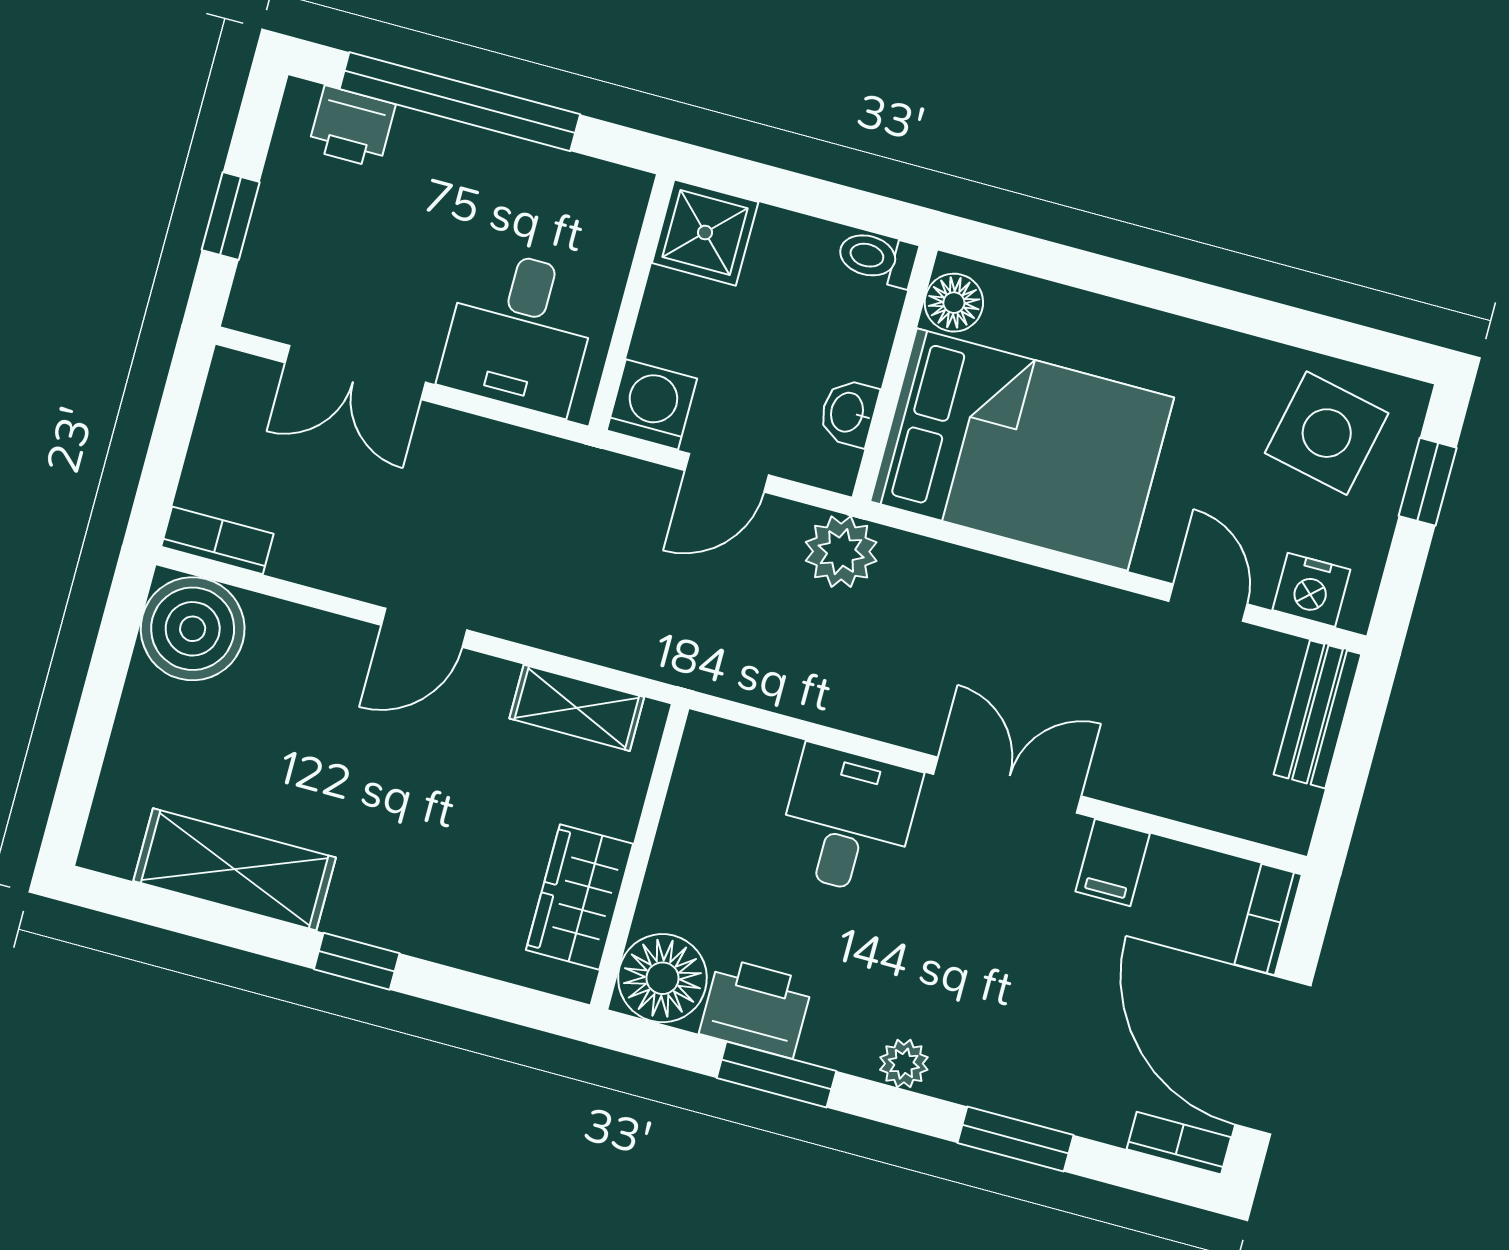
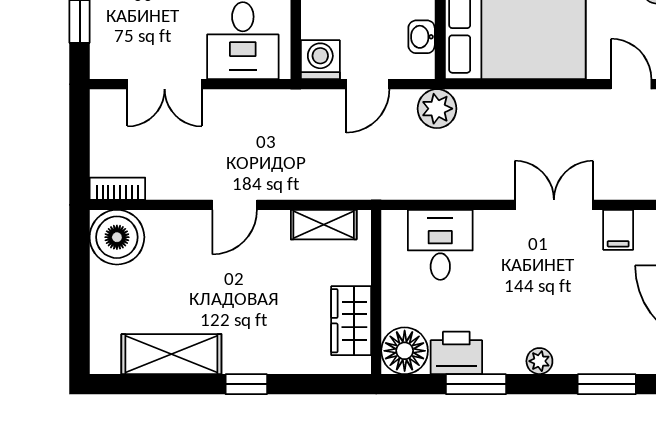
desk: (848, 821) -> (440, 245), moved

